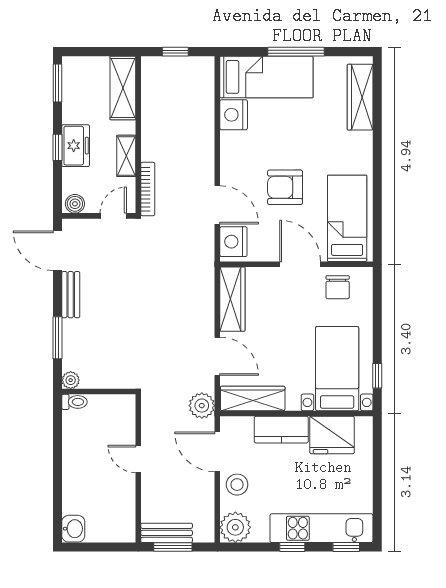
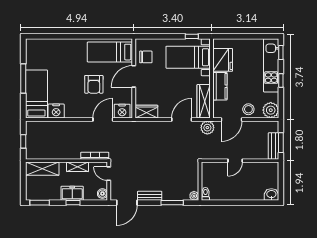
wardrobe: (360, 97) -> (47, 45), removed
wardrobe: (232, 299) -> (146, 112), width x0.67

